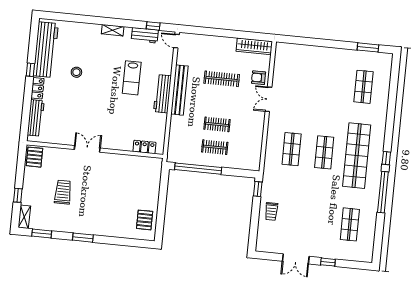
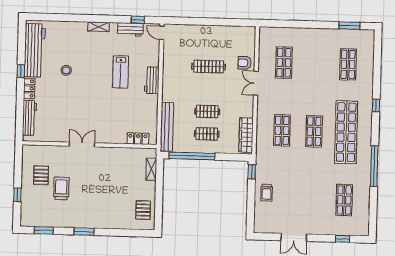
wardrobe: (254, 46) -> (246, 135), moved, turned 90
shop shelf: (298, 80) -> (284, 63), added
bench: (180, 90) -> (167, 127), moved
workbench: (162, 94) -> (152, 80), width x0.73
pallet: (34, 157) -> (41, 175), moved
window: (386, 158) -> (376, 105), moved
shelving: (24, 217) -> (151, 169), moved
window: (328, 262) -> (343, 239), moved

